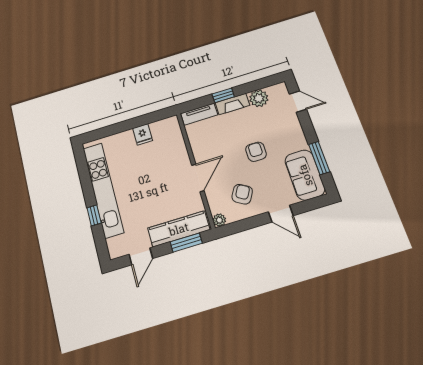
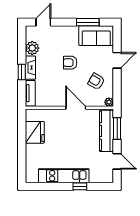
fridge: (143, 134) -> (35, 132), width x1.88, depth x1.34
kitchen unit: (103, 190) -> (64, 176), width x0.73

